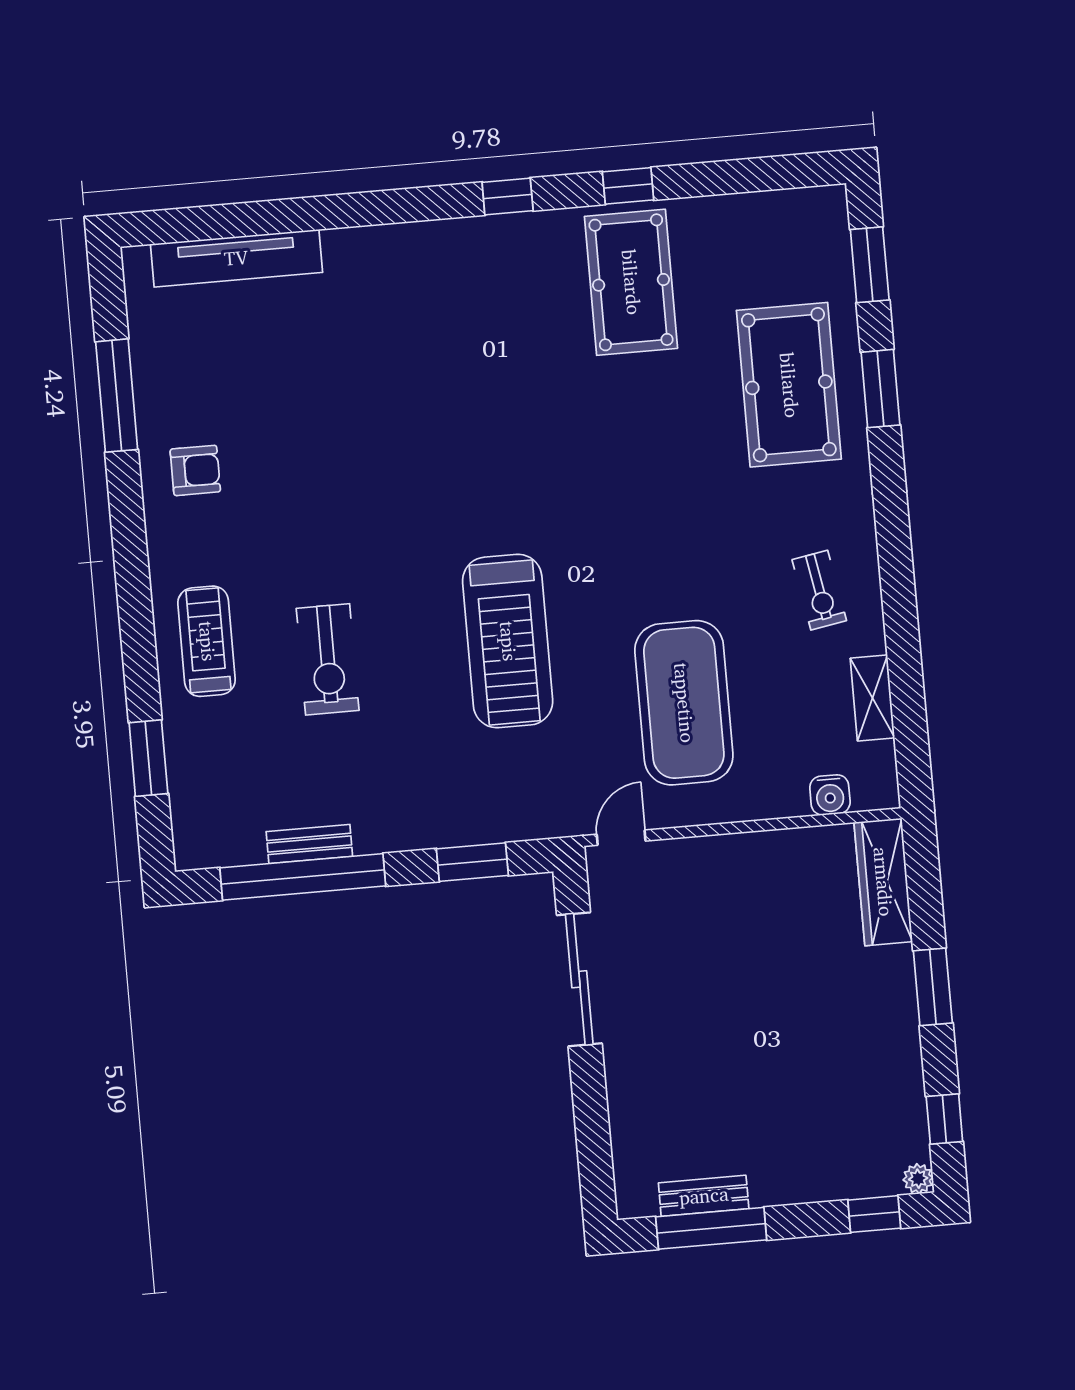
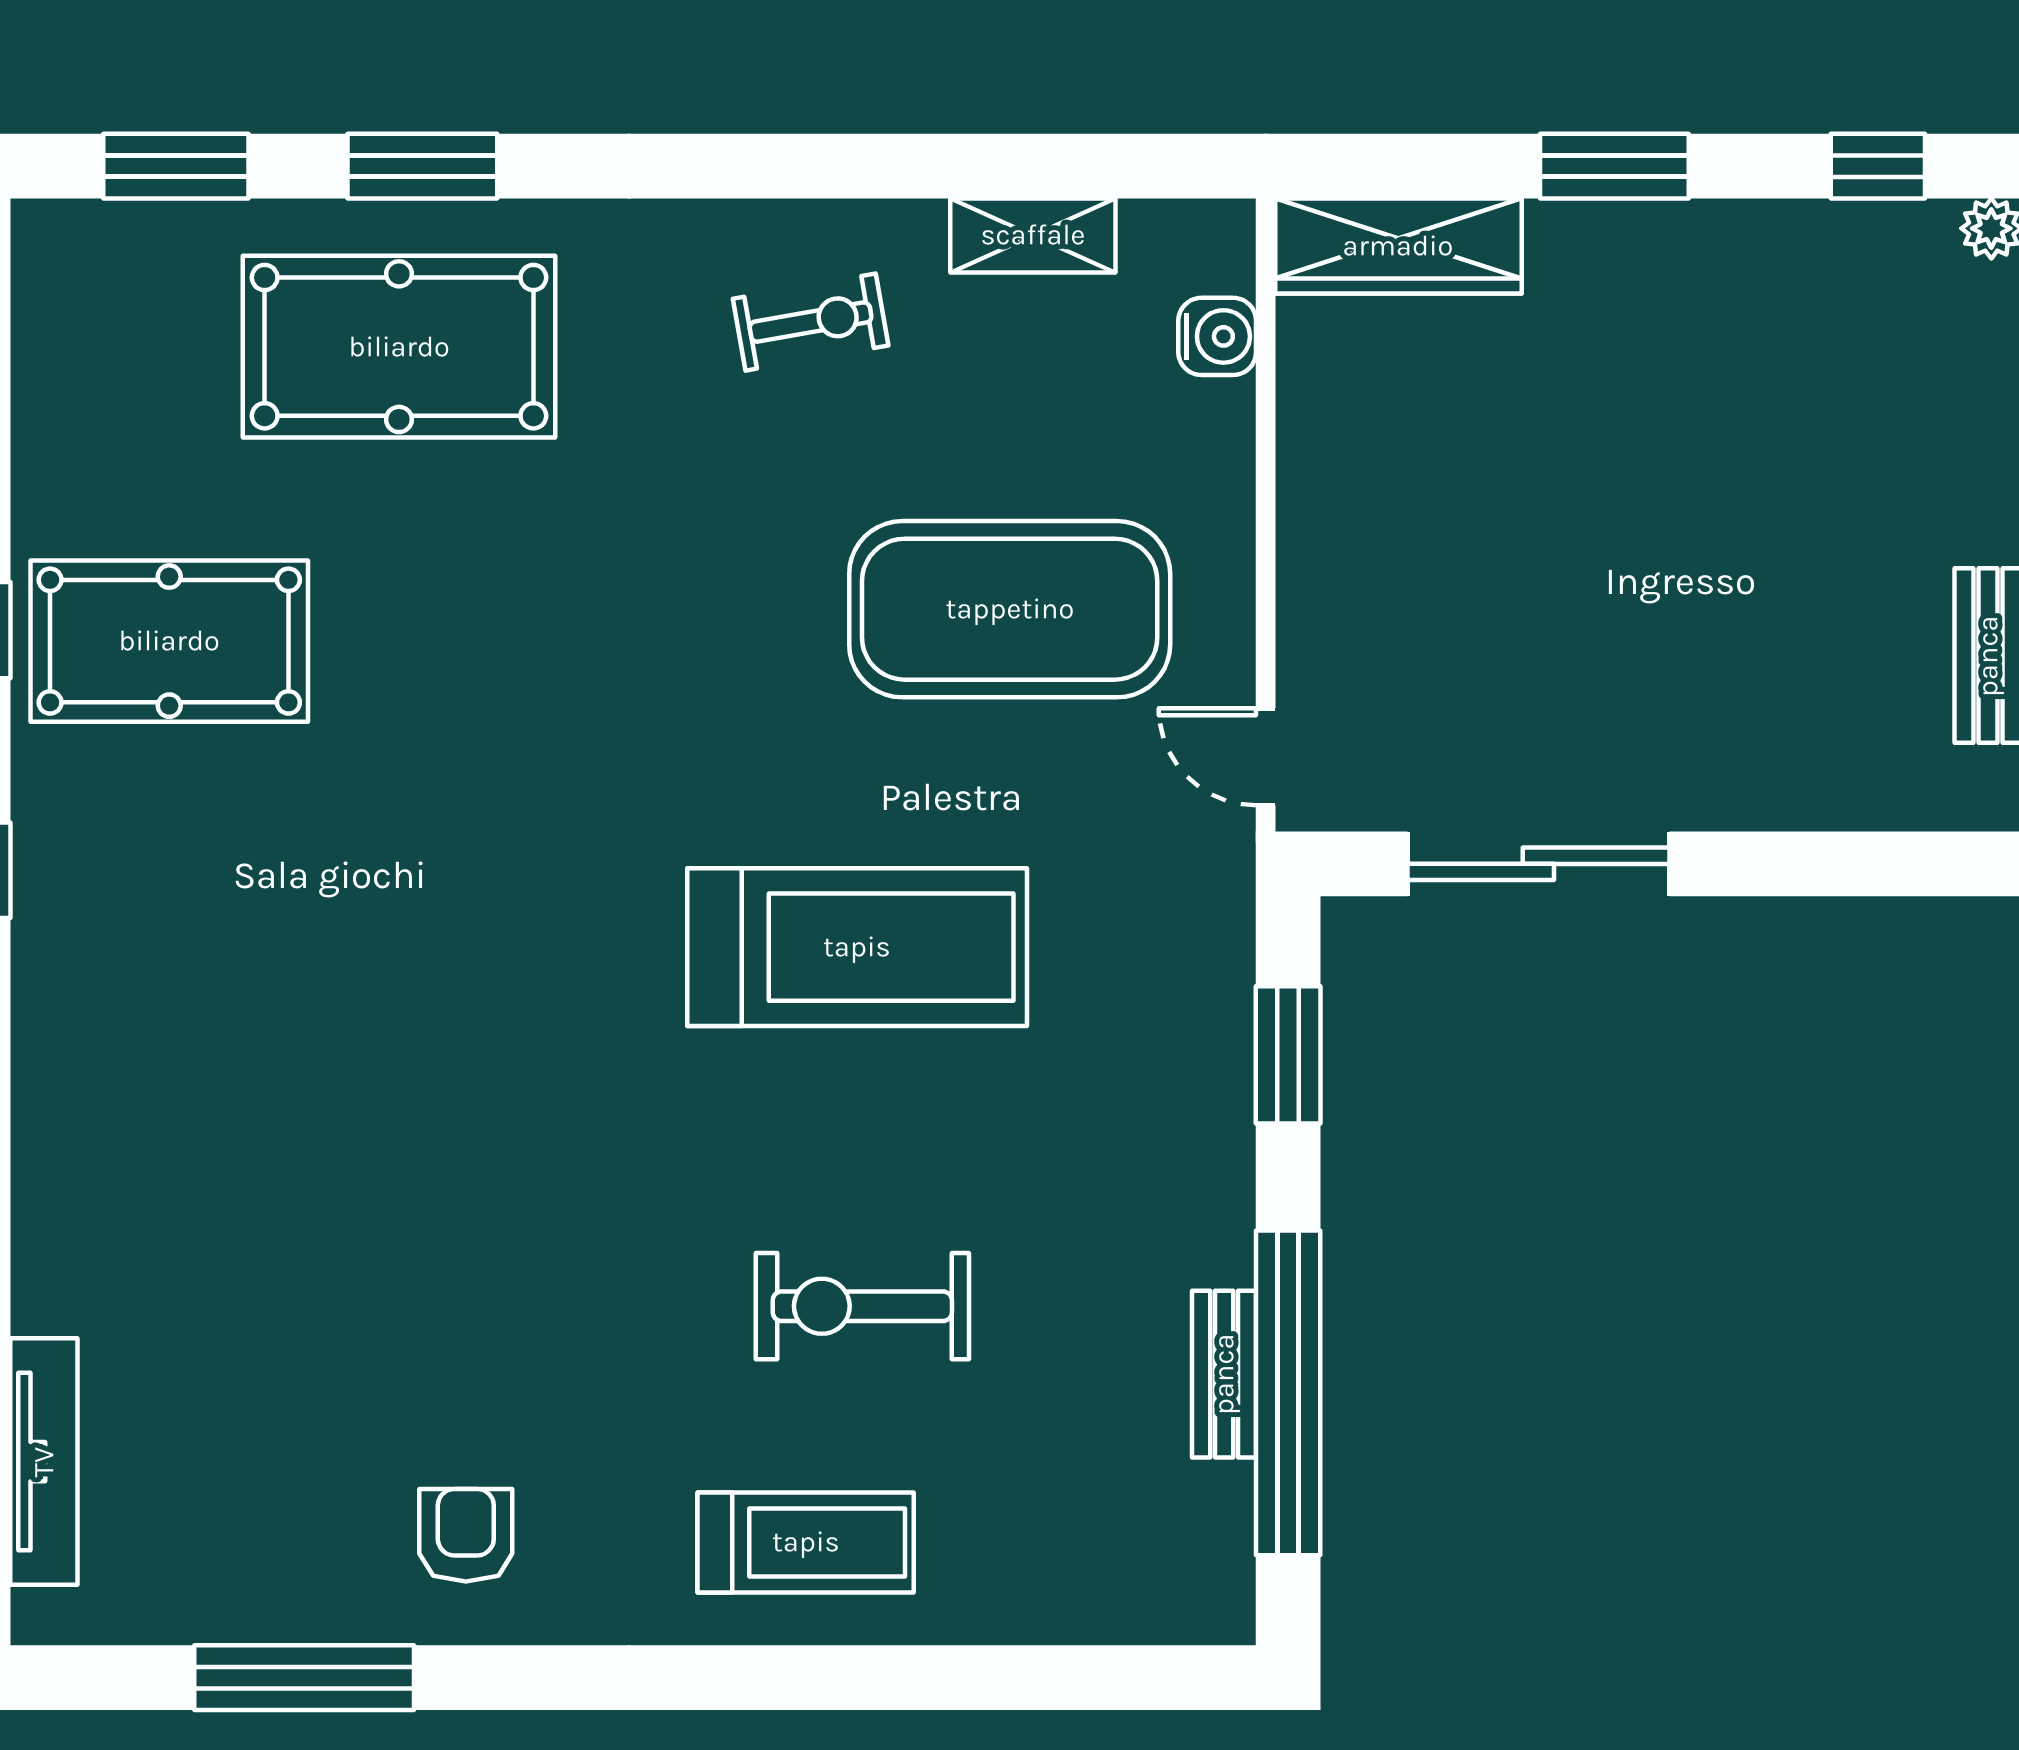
tv unit: (236, 258) -> (44, 1462), width x0.73, depth x0.78
treadmill: (207, 641) -> (806, 1542), turned 180
exercise bike: (328, 659) -> (862, 1306), turned 180
window: (148, 758) -> (1027, 1678), removed

